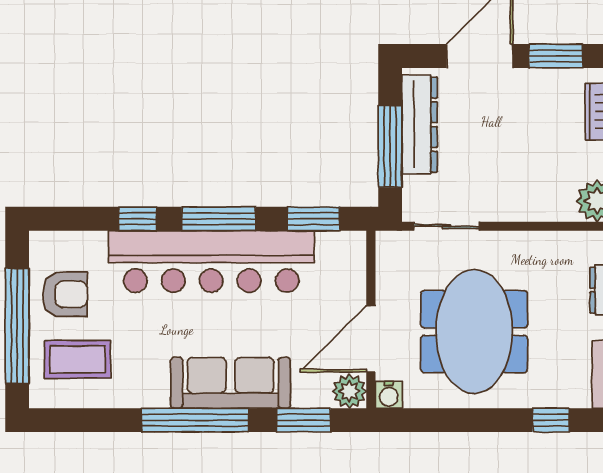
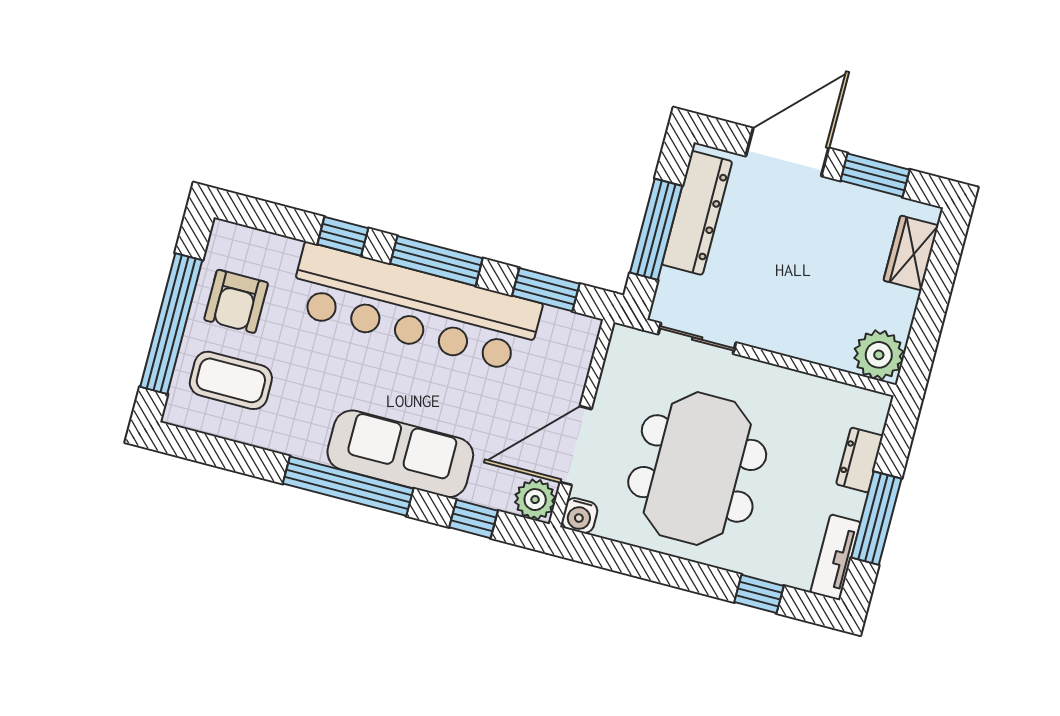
armchair: (65, 294) -> (236, 301), turned 90
window: (304, 420) -> (474, 519), width x0.67

